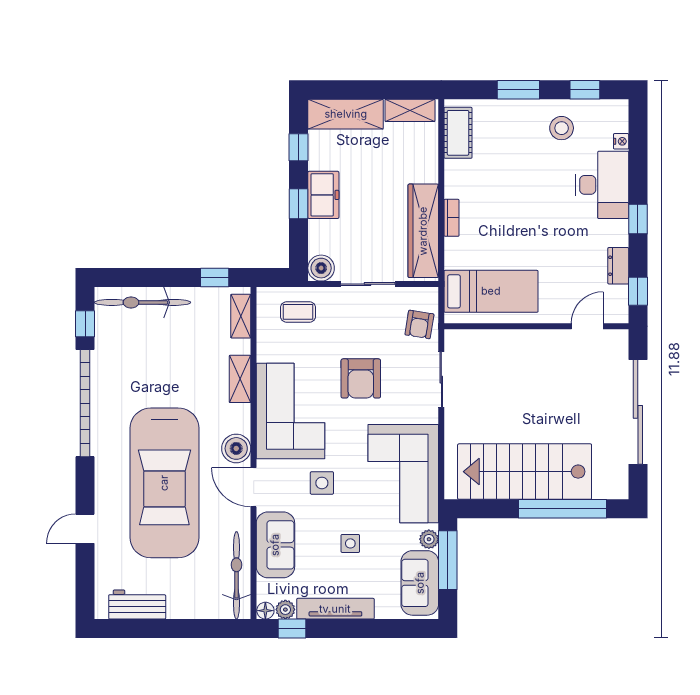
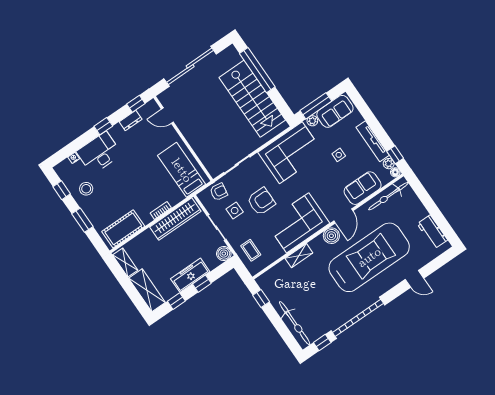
cot: (458, 133) -> (123, 229), width x1.37, depth x1.34
freezer: (323, 195) -> (190, 275), width x1.40
shelving: (241, 316) -> (270, 275), removed
side table: (322, 483) -> (235, 211), moved

